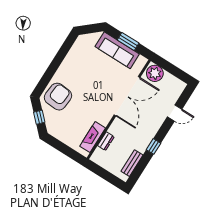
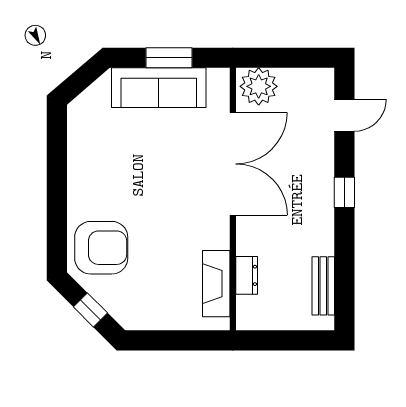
armchair: (58, 97) -> (101, 248), turned 85
door: (175, 113) -> (344, 115), moved
window: (154, 146) -> (344, 192), moved

